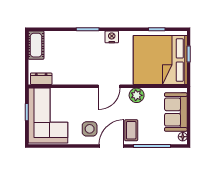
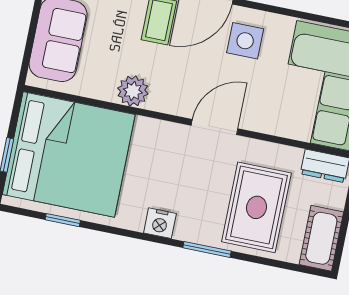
rug: (69, 53) -> (256, 207), added
door: (109, 86) -> (215, 127), moved

